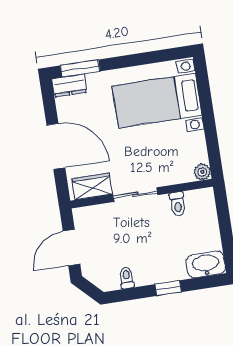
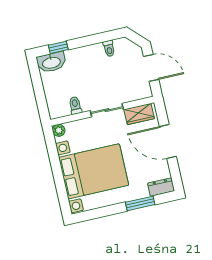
window: (80, 68) -> (140, 203), moved
bed with nightstands: (157, 101) -> (94, 171), width x1.36
door: (72, 248) -> (151, 68), hinge flipped
window: (168, 288) -> (58, 47), moved

